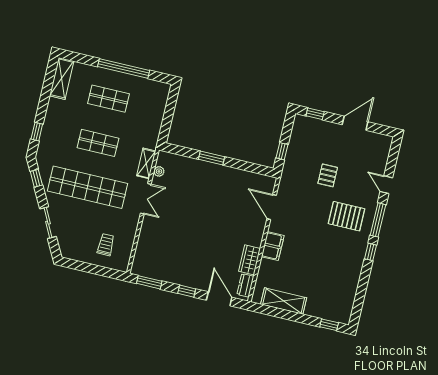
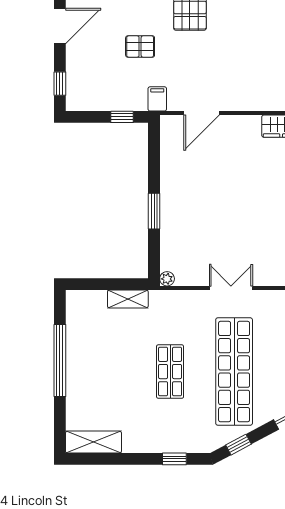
shop shelf: (108, 99) -> (106, 372), removed
door: (355, 123) -> (60, 26), swing flipped
shelving: (146, 163) -> (128, 299), moved
plant: (159, 171) -> (167, 279), moved
filing cabinet: (273, 246) -> (157, 99), moved, width x0.50

